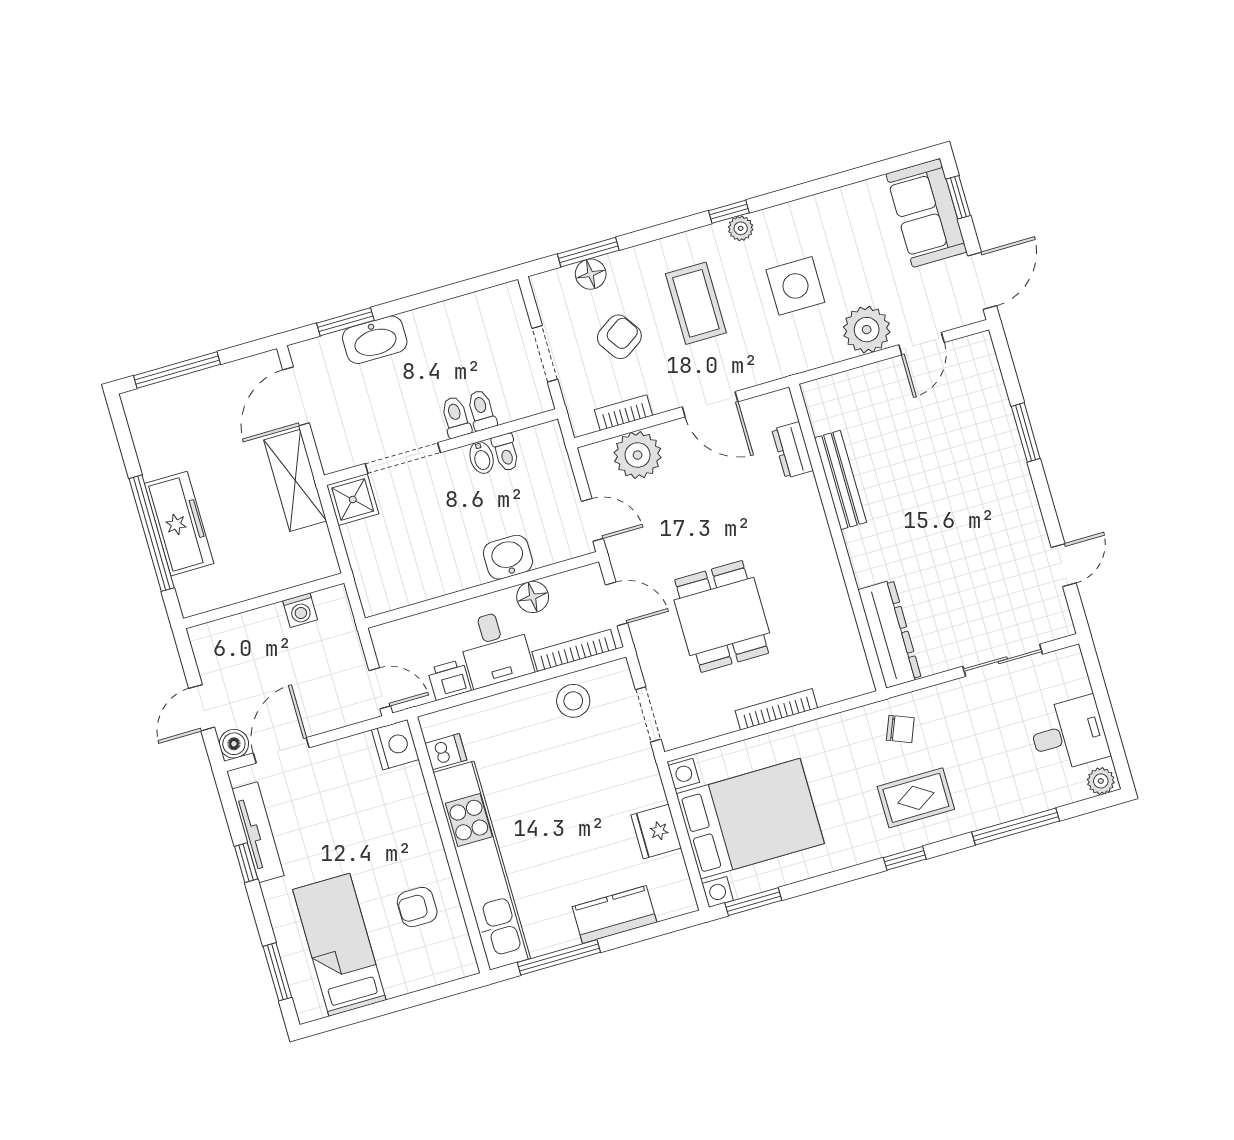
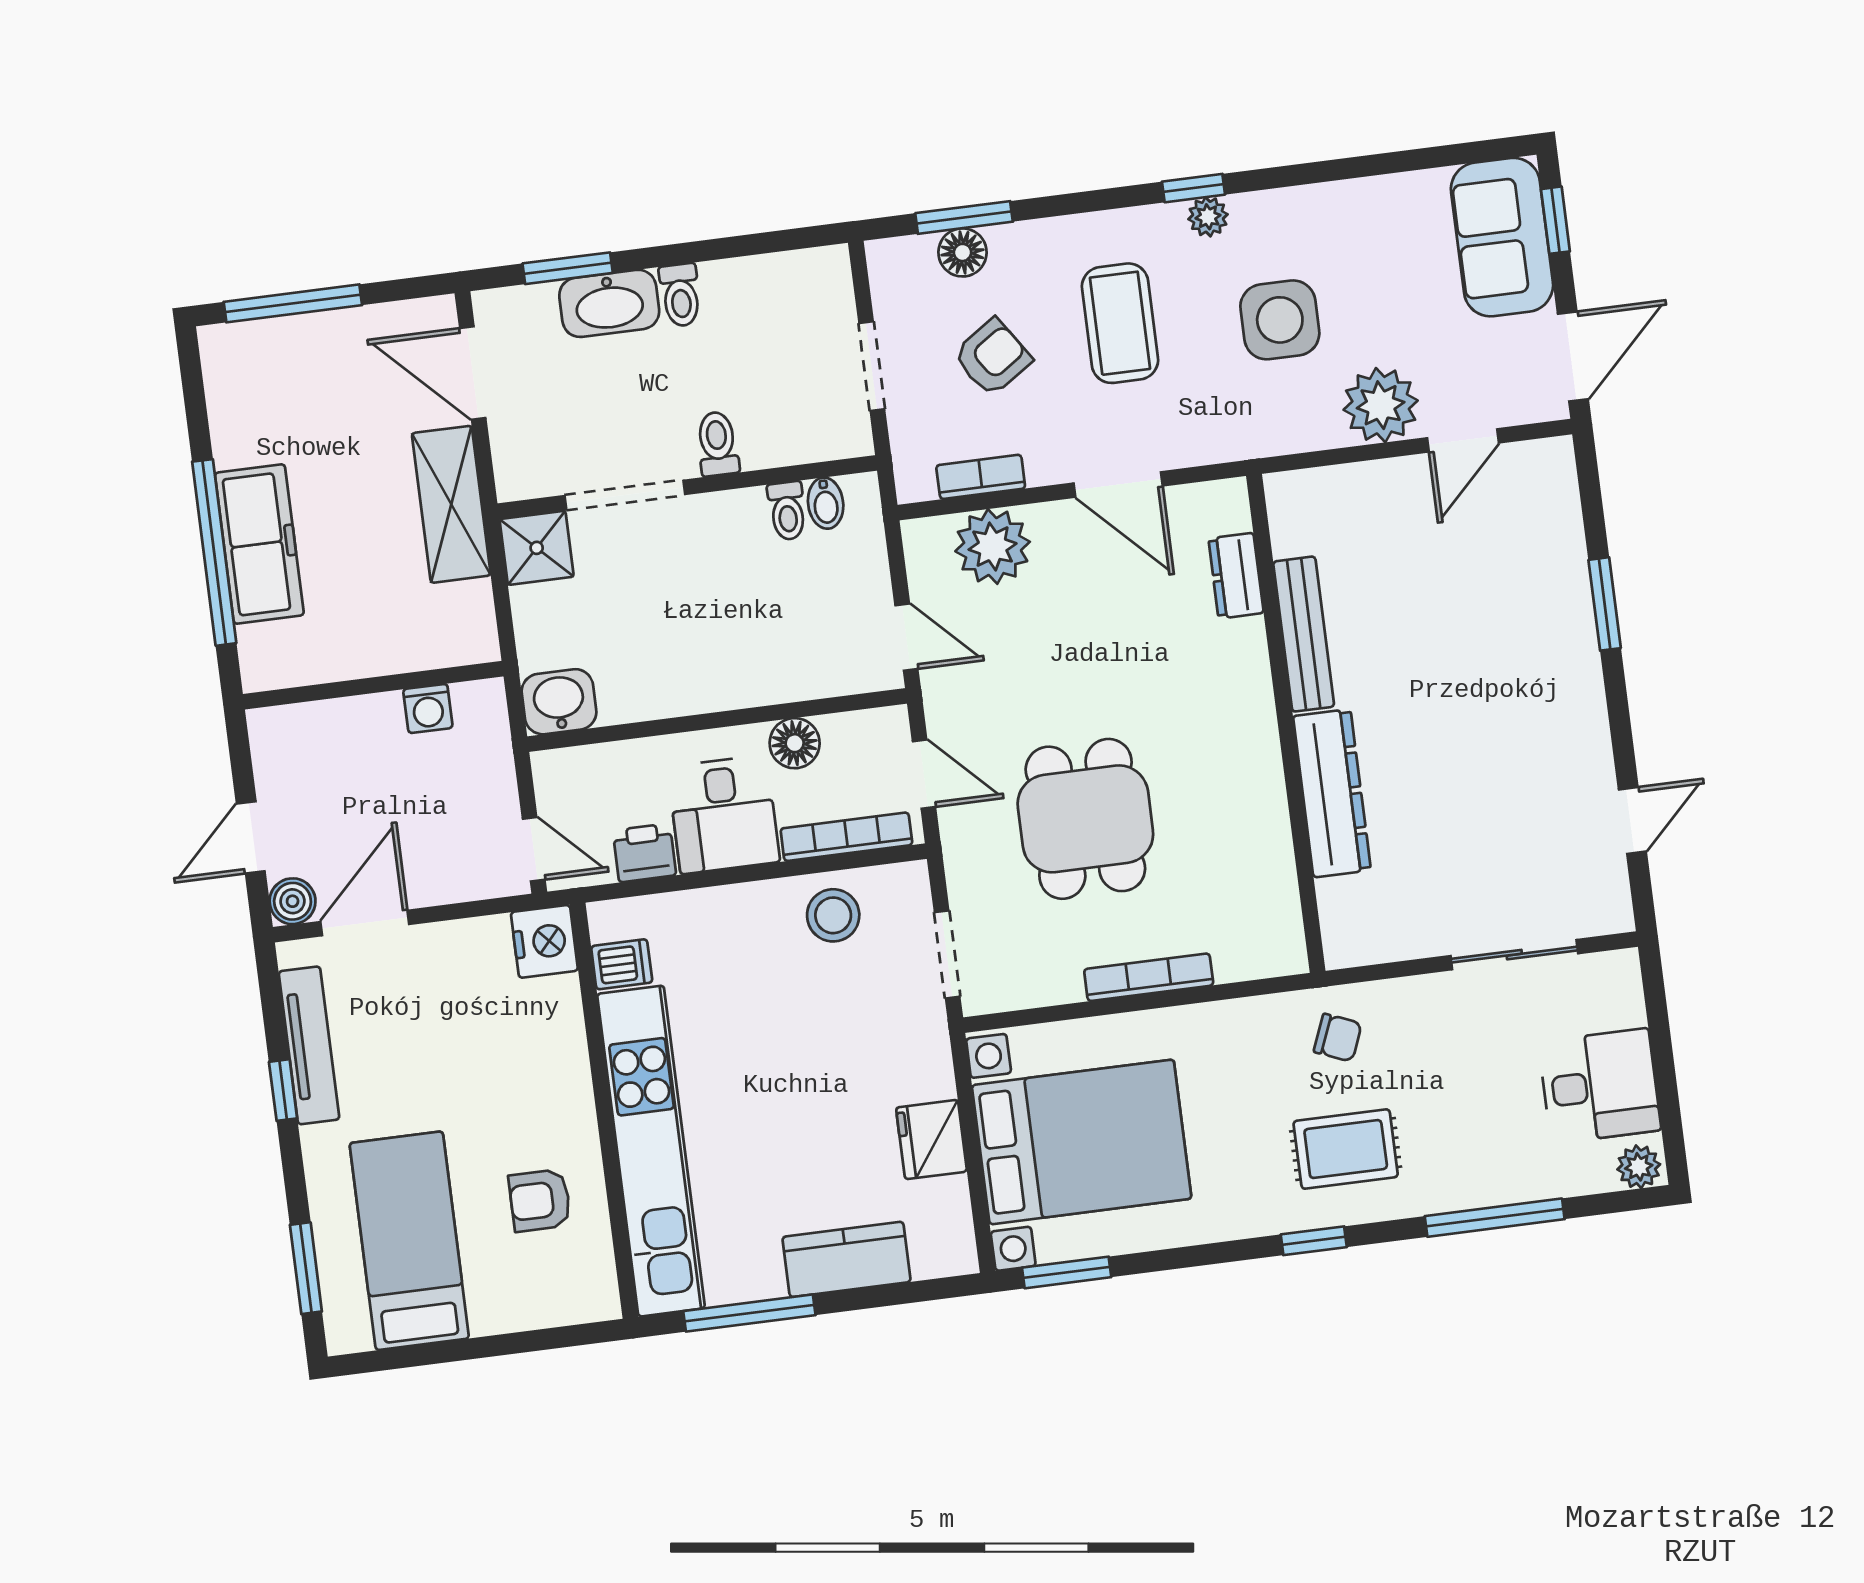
door: (296, 396) -> (473, 373), hinge flipped
toilet: (482, 410) -> (680, 295), moved, turned 180
bidet: (482, 458) -> (826, 503), moved
washbasin: (508, 557) -> (559, 702), moved
dresser: (890, 634) -> (1332, 793), moved

